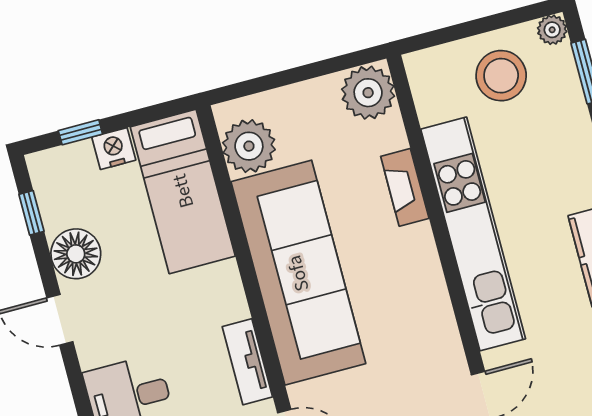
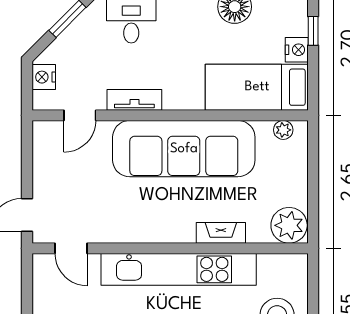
plant: (249, 146) -> (283, 130), width x0.53, depth x0.53

